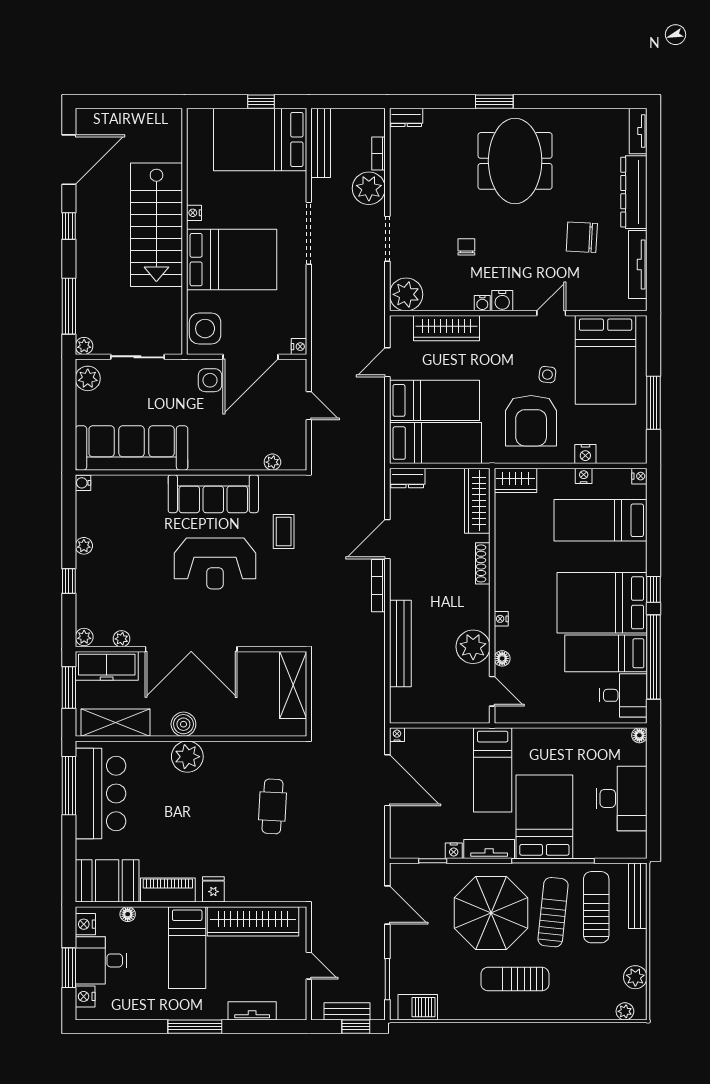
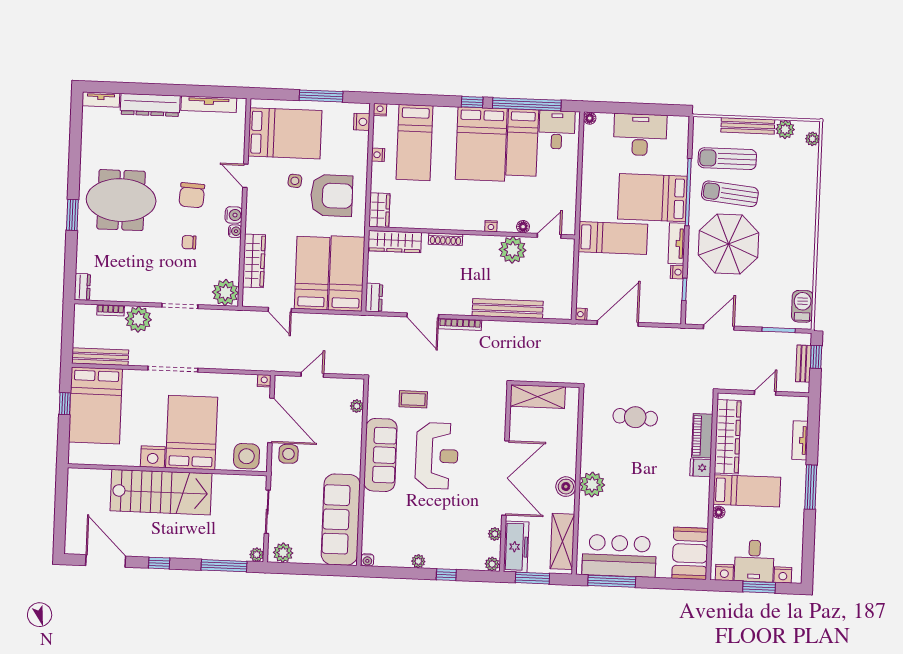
nightstand: (194, 213) -> (153, 457), width x1.89, depth x1.79
chair: (582, 237) -> (192, 195), moved
nightstand: (585, 454) -> (362, 122), moved
piano: (168, 890) -> (702, 436), moved
bench: (638, 896) -> (748, 126), moved
floor lamp: (128, 914) -> (719, 512), moved
sun lounger: (515, 979) -> (783, 227), removed

